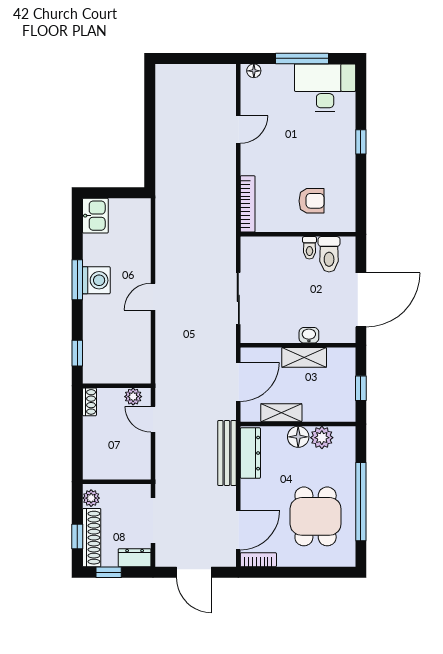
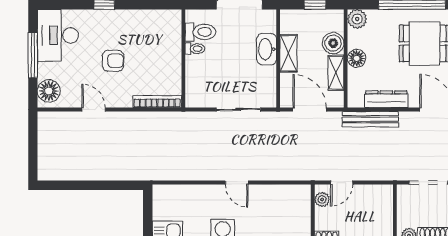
floor lamp: (254, 71) -> (49, 91), width x1.89, depth x1.89
armchair: (312, 201) -> (113, 61), moved, turned 90
washbasin: (309, 335) -> (267, 49), width x1.91, depth x1.45
boiler: (316, 409) -> (333, 43), added
plant: (322, 438) -> (357, 19), moved
dresser: (250, 453) -> (386, 99), moved

